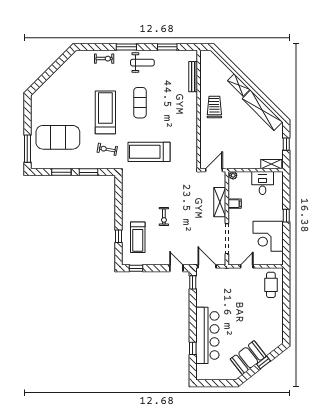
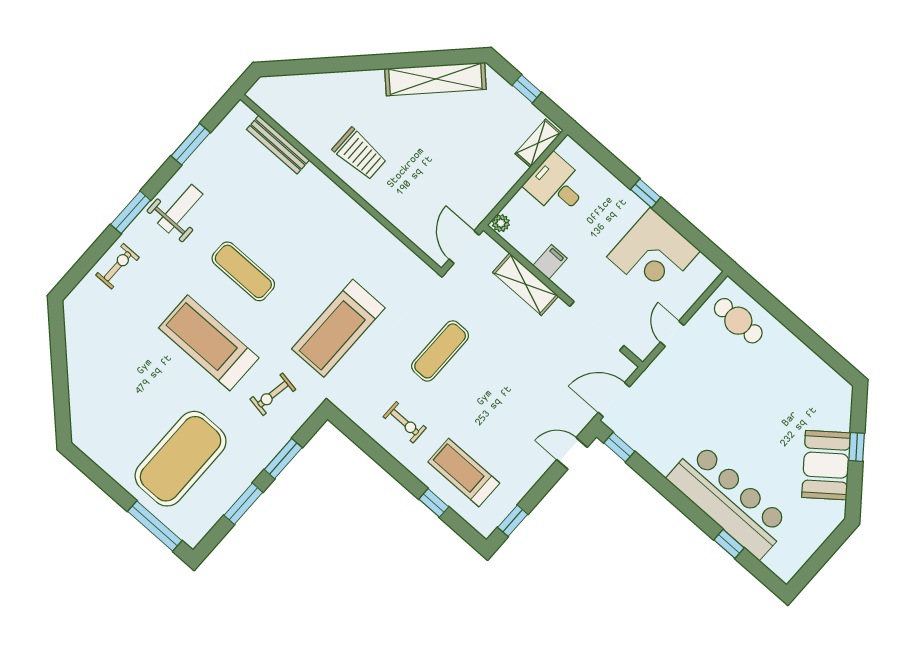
shelving: (239, 85) -> (359, 81), removed
trolley: (214, 107) -> (360, 154), turned 180
exercise mat: (172, 193) -> (440, 351), added
exercise bike: (164, 217) -> (405, 422), moved
treadmill: (138, 237) -> (464, 473), turned 180

